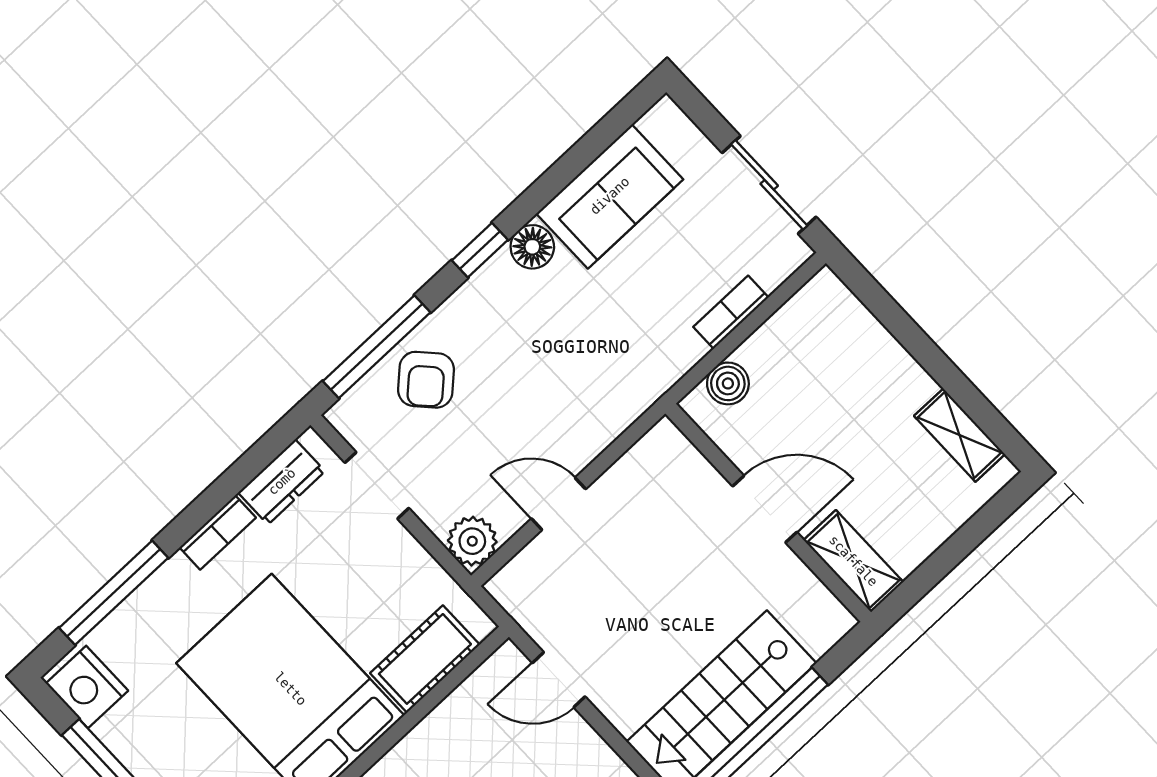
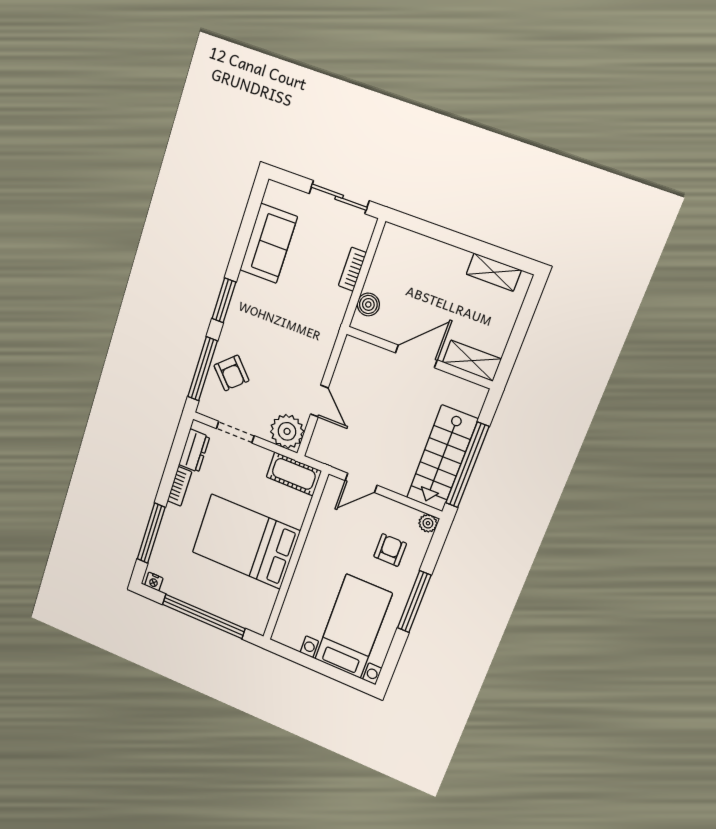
floor lamp: (532, 247) -> (246, 286), removed
window: (480, 250) -> (224, 300), width x1.50
door: (559, 504) -> (319, 401), swing flipped
plant: (472, 541) -> (287, 431), width x1.36, depth x1.36
cot: (425, 659) -> (294, 474), moved, turned 90
nightstand: (87, 687) -> (154, 582), width x0.53, depth x0.56

